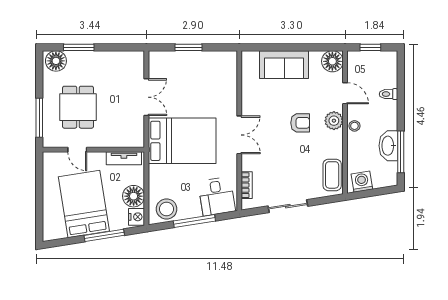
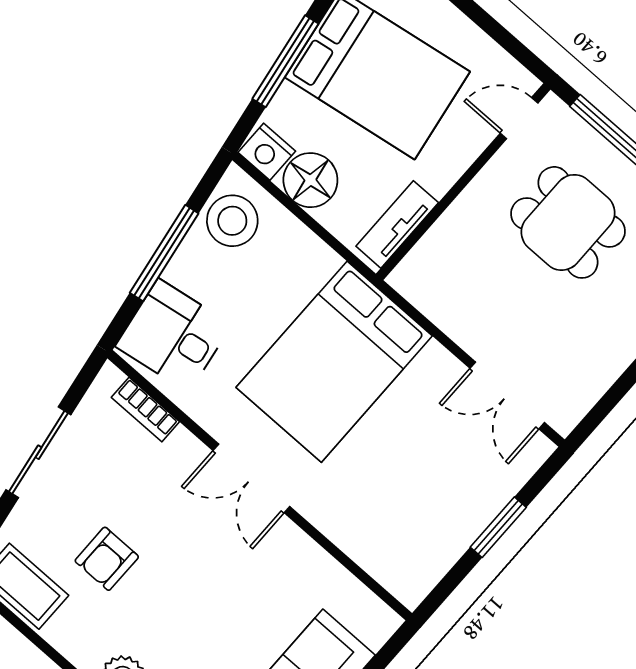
double door: (146, 97) -> (507, 395), moved
armchair: (300, 123) -> (107, 559), moved
door: (77, 150) -> (519, 118), moved

